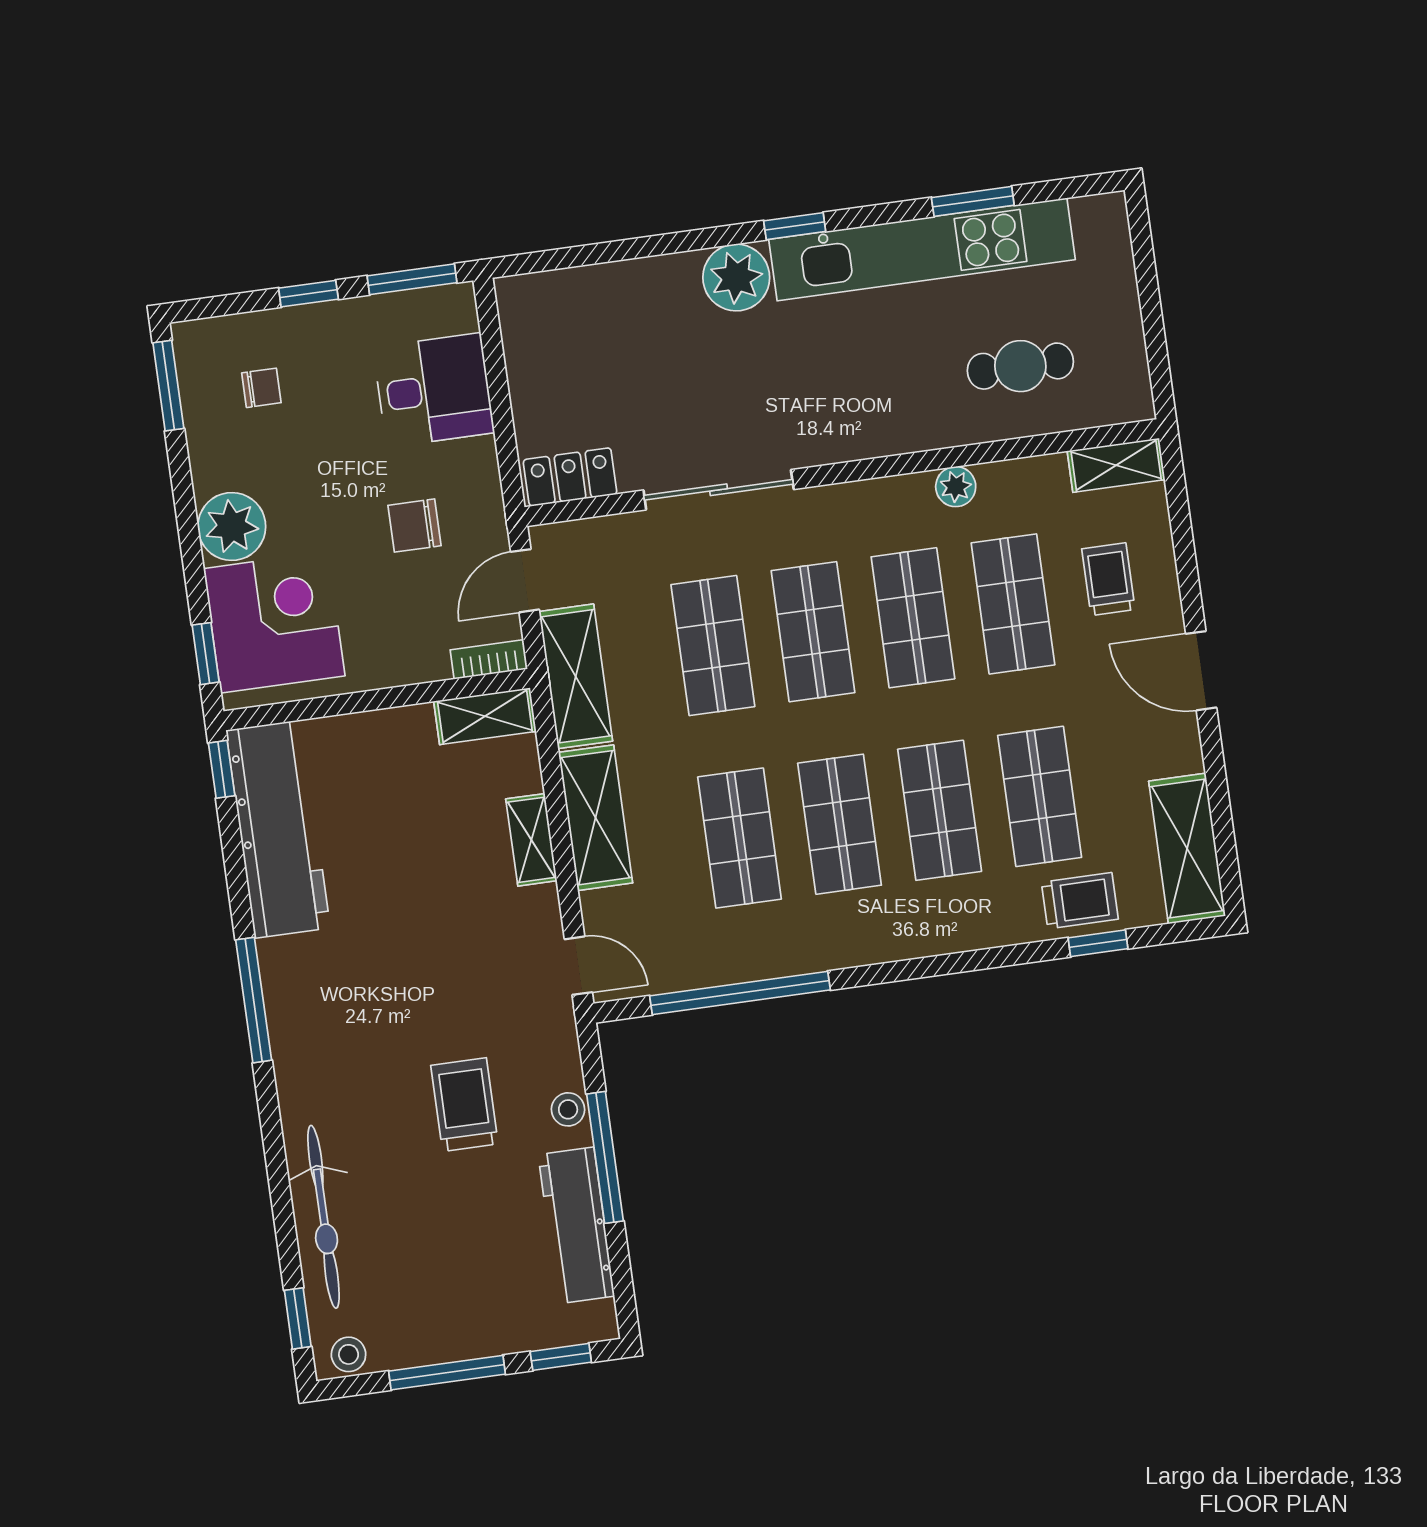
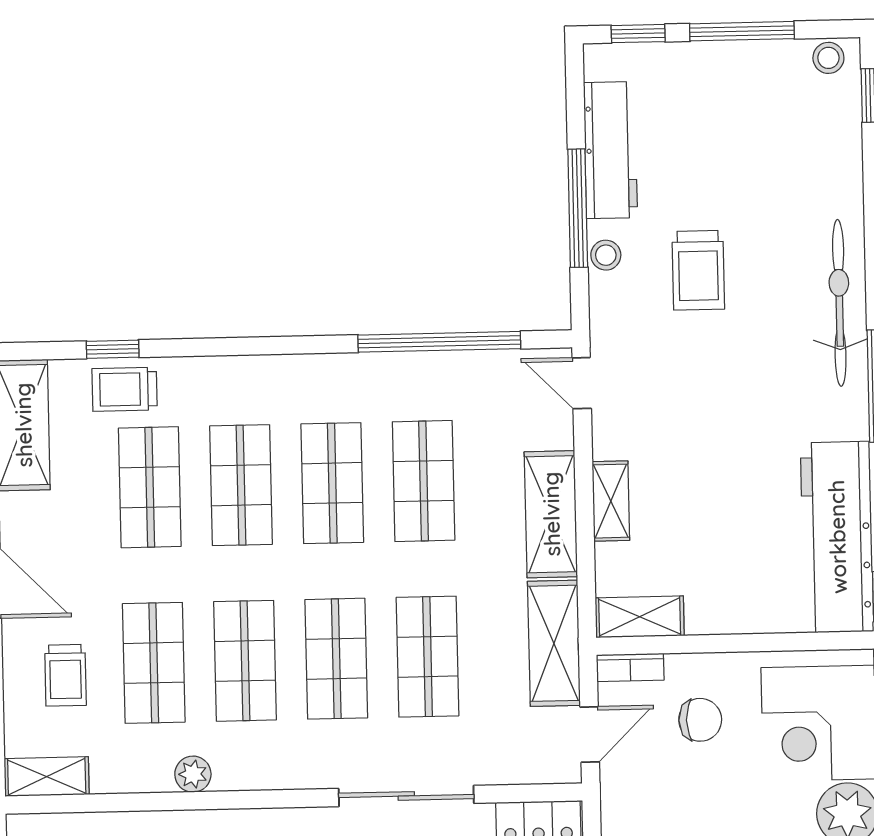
chair: (415, 526) -> (700, 720), moved
bicycle: (324, 1217) -> (839, 303), moved

